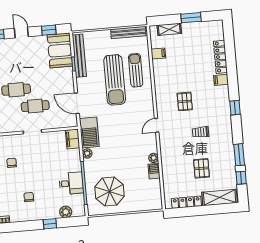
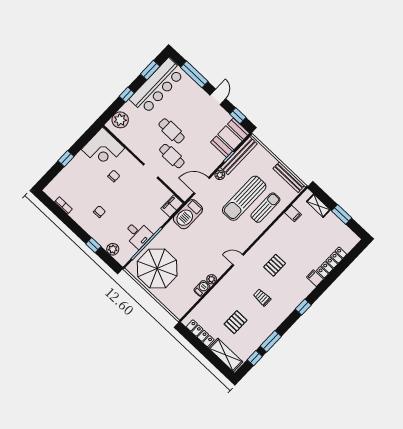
door: (77, 103) -> (202, 186), hinge flipped
plant: (87, 153) -> (220, 175), moved
parasol: (109, 191) -> (157, 268), width x1.36, depth x1.36

